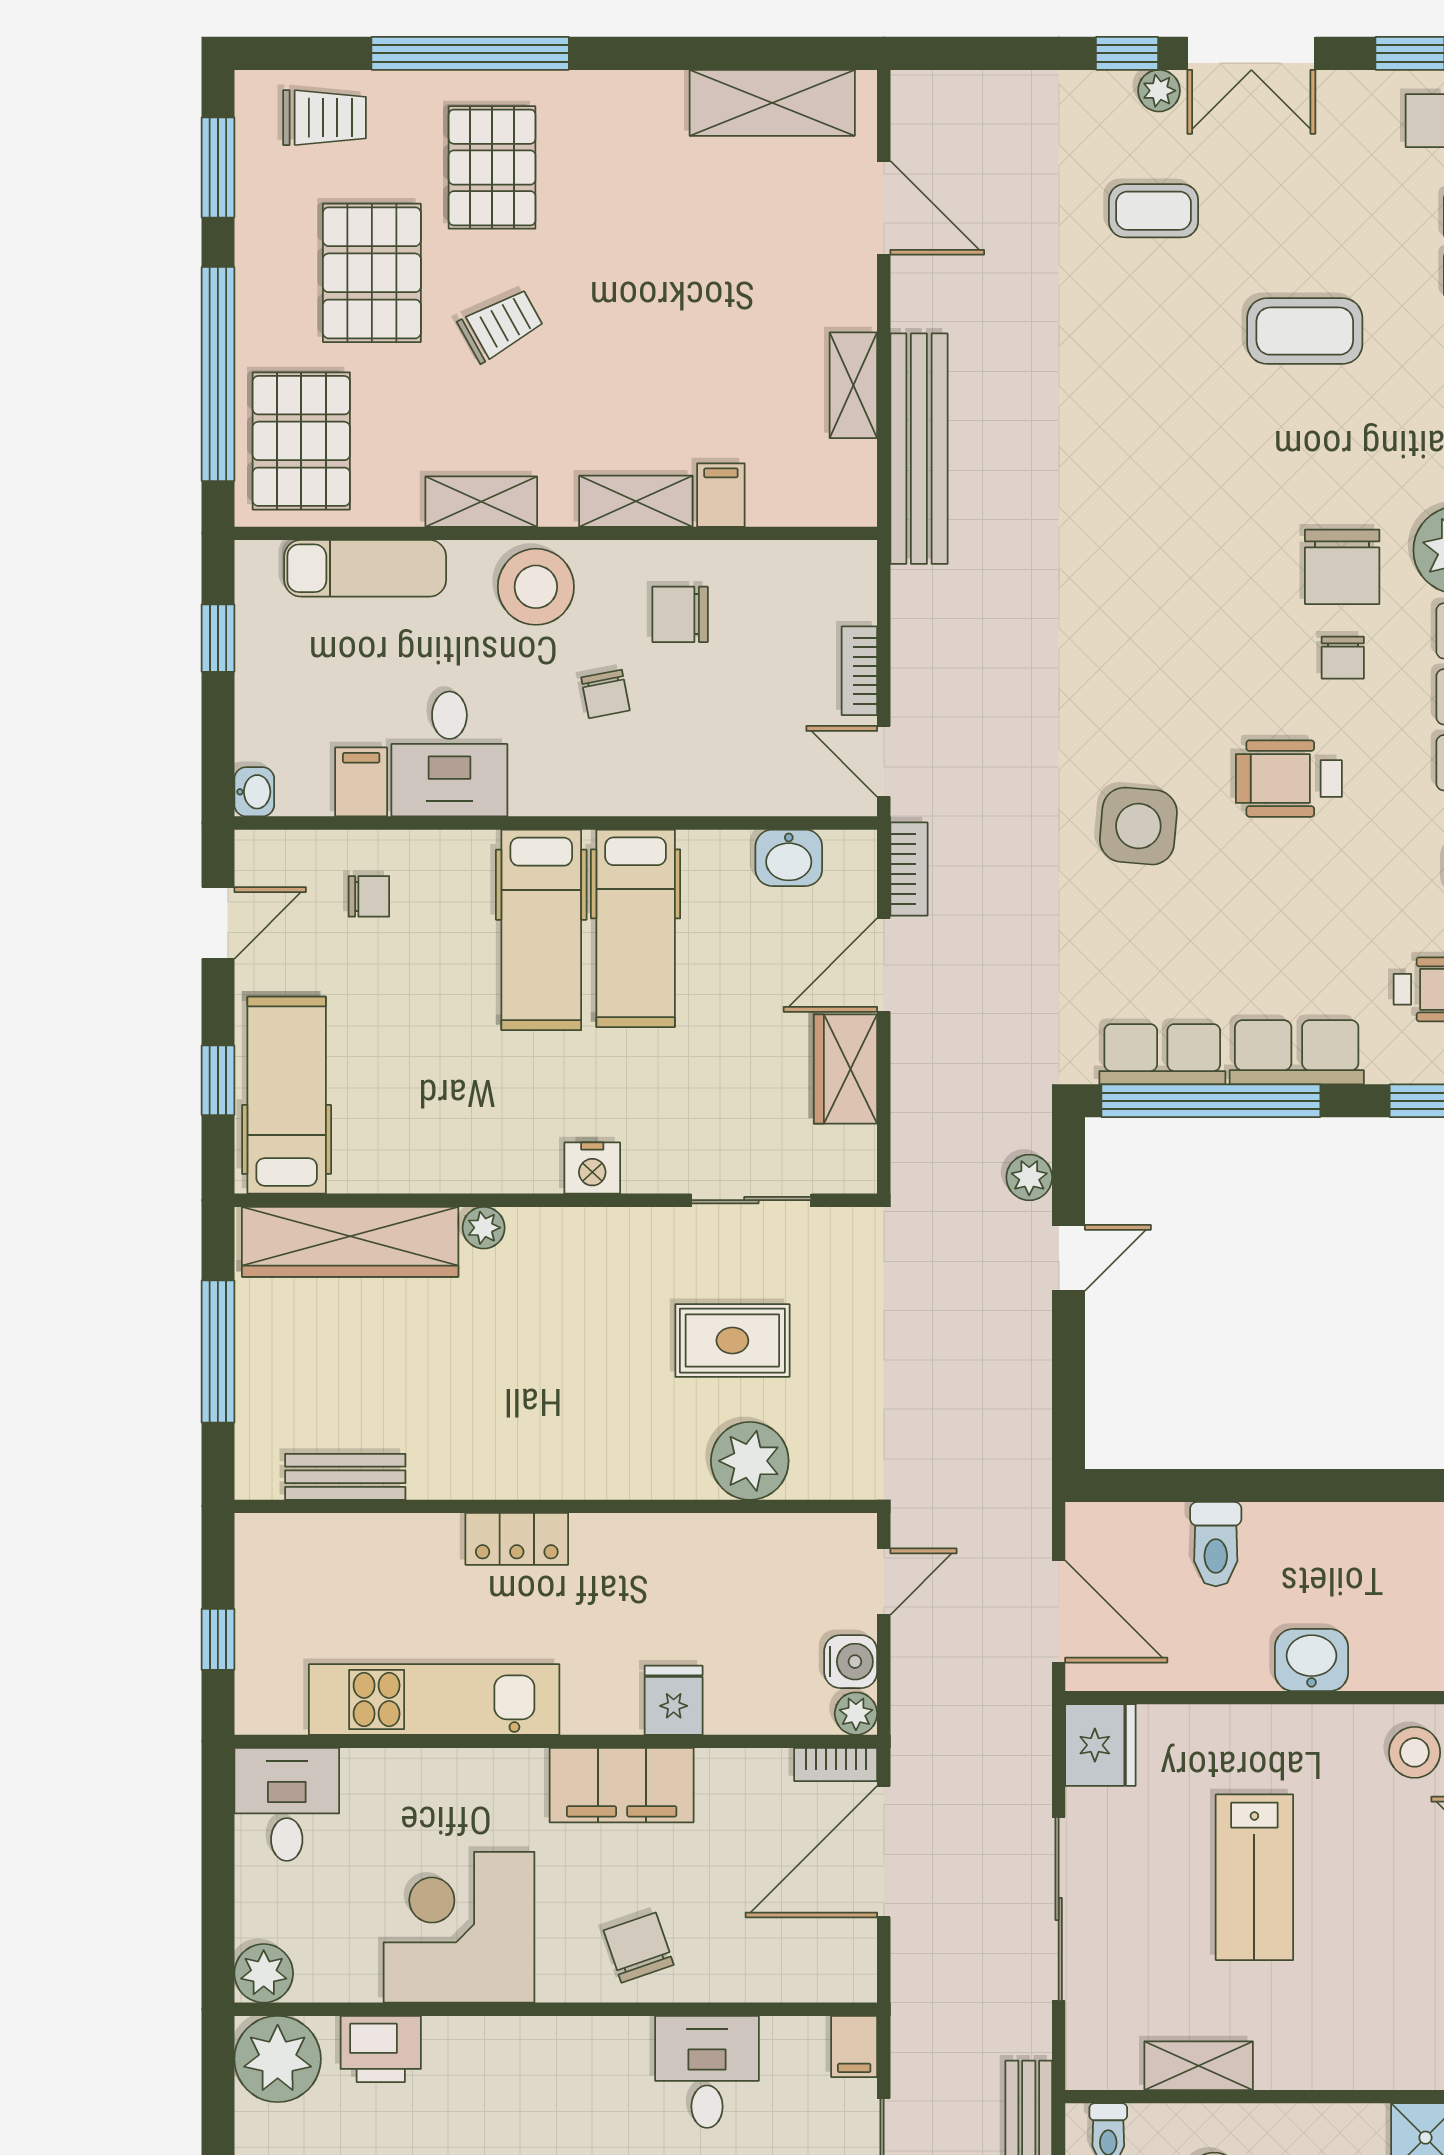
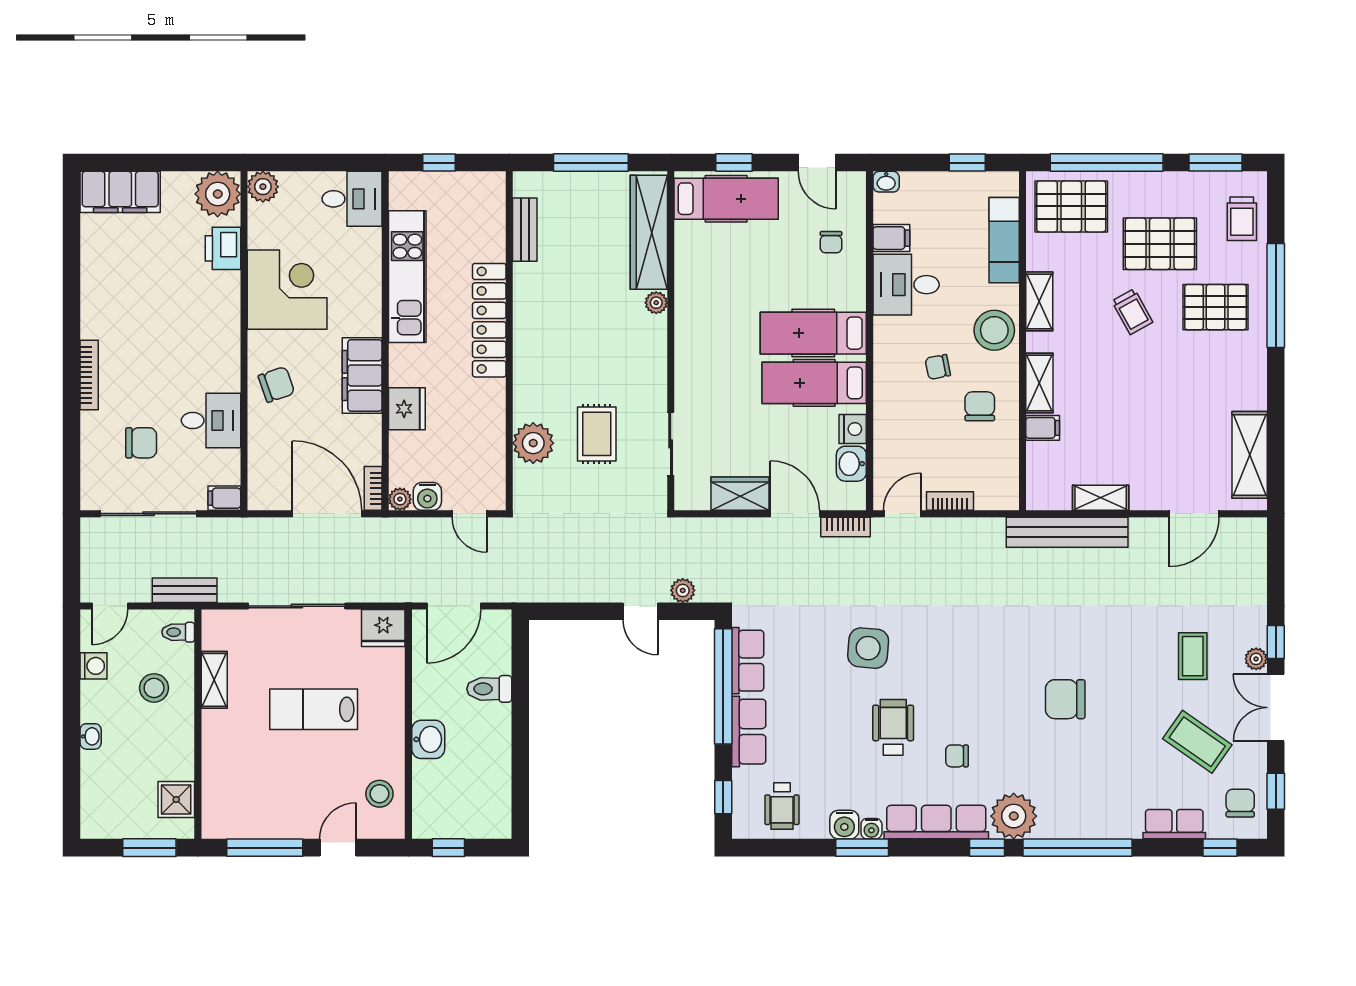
coffee table: (1305, 331) -> (1197, 742), moved, turned -55
chair: (1342, 567) -> (1065, 699), moved
nightstand: (592, 1168) -> (853, 429), moved, turned 180
locker: (517, 1539) -> (489, 320), width x2.16, depth x1.21
fridge: (674, 1700) -> (407, 409), width x1.38

